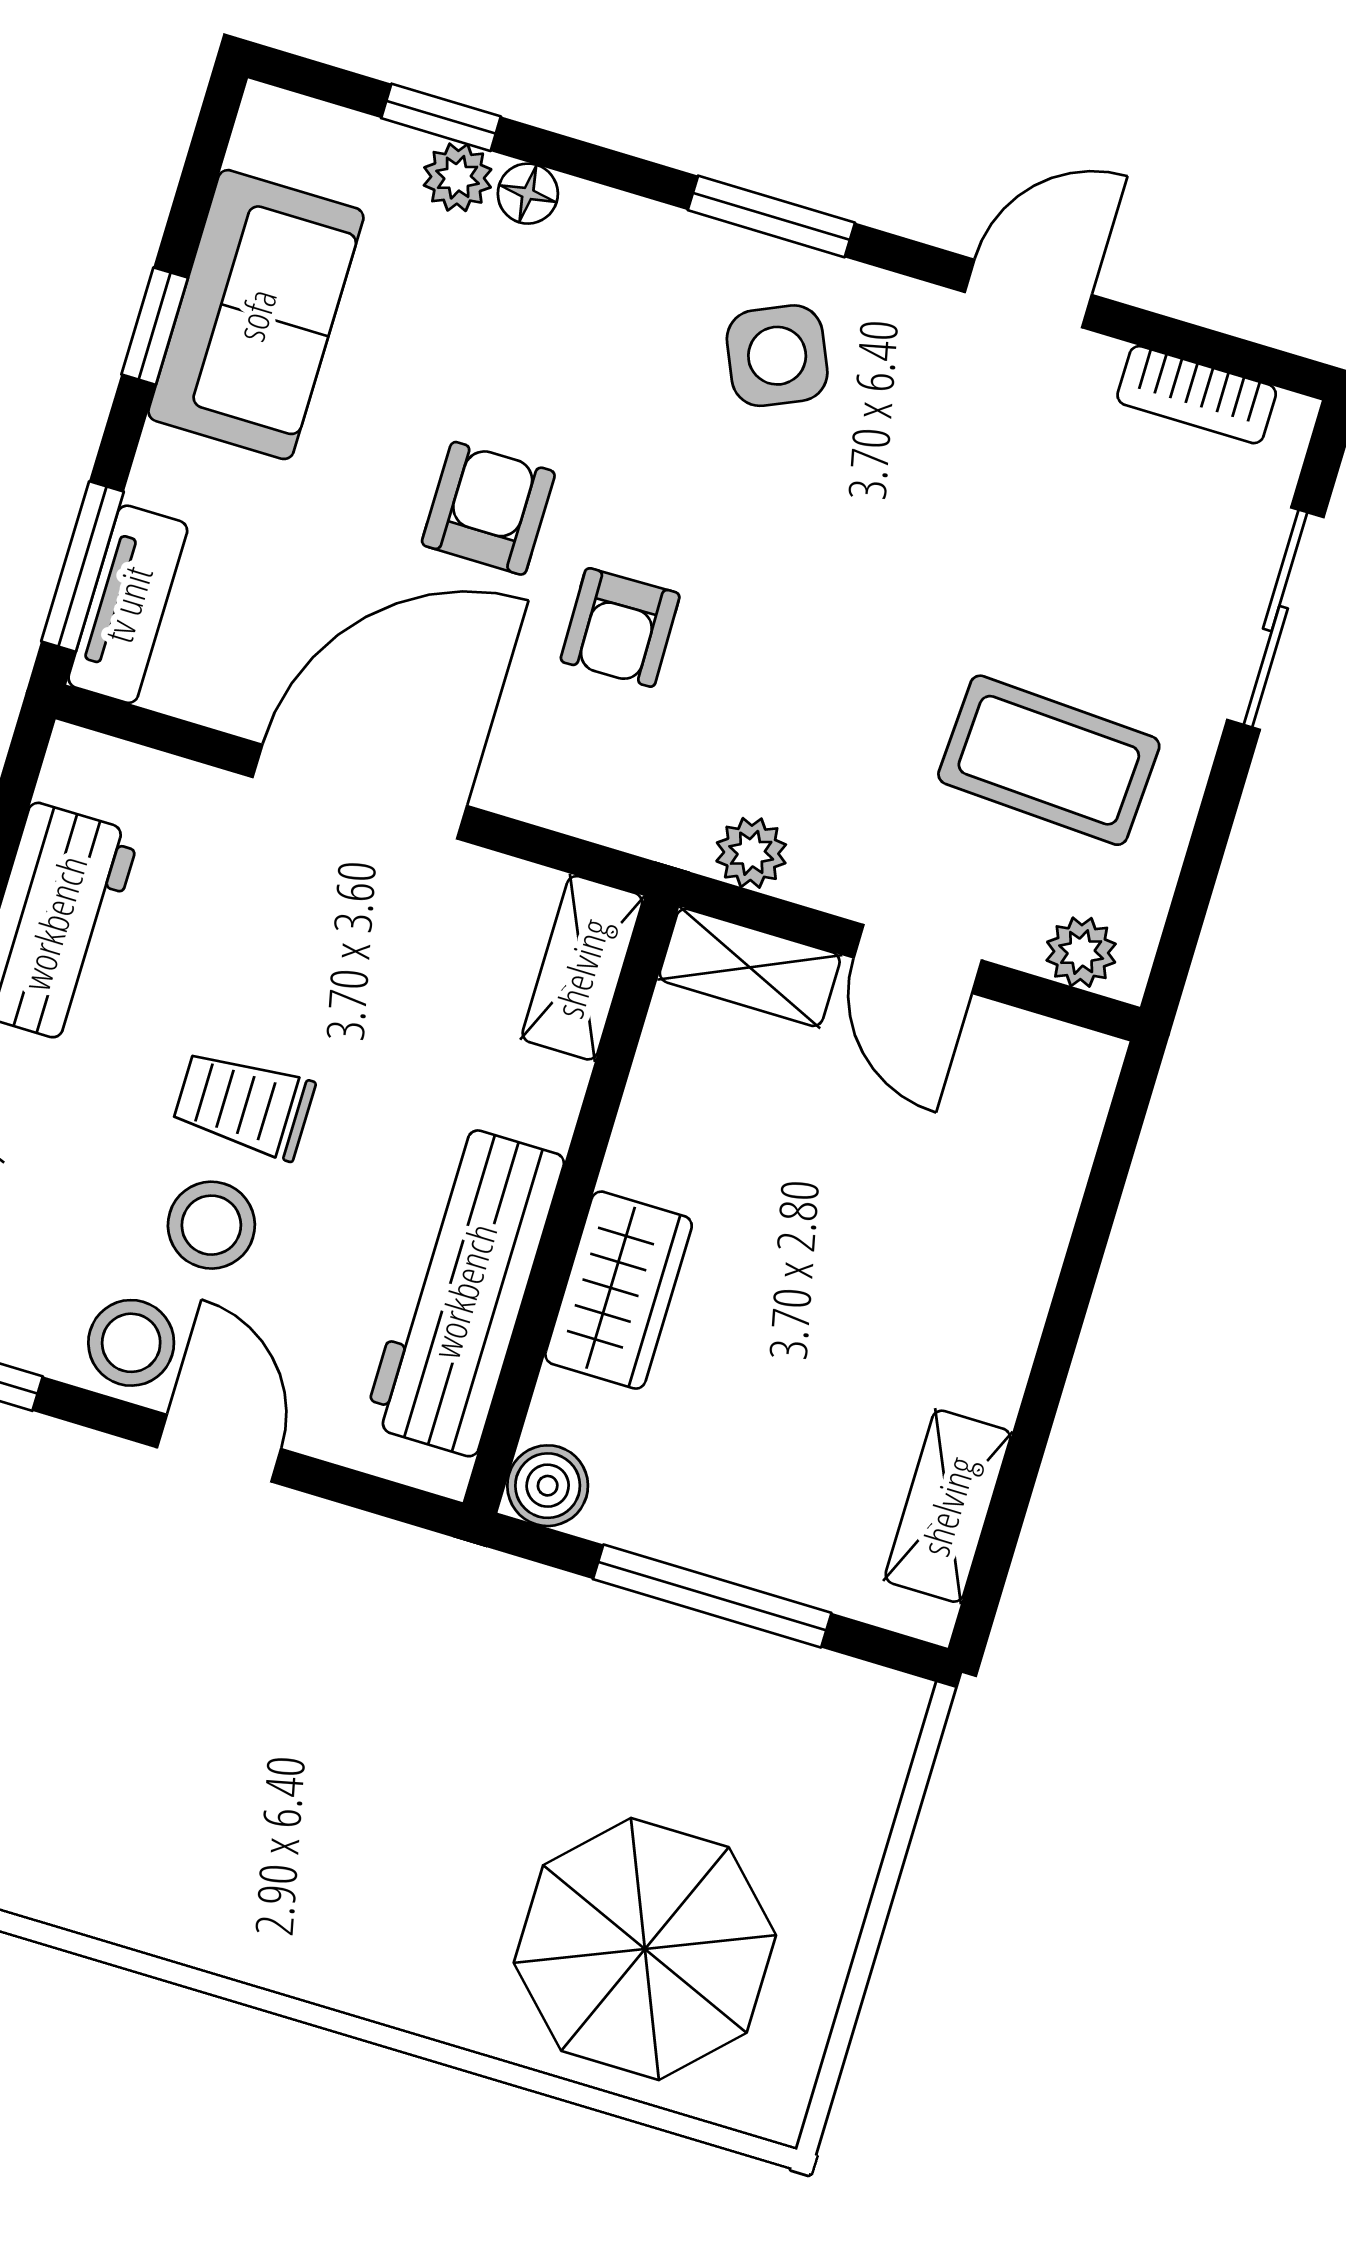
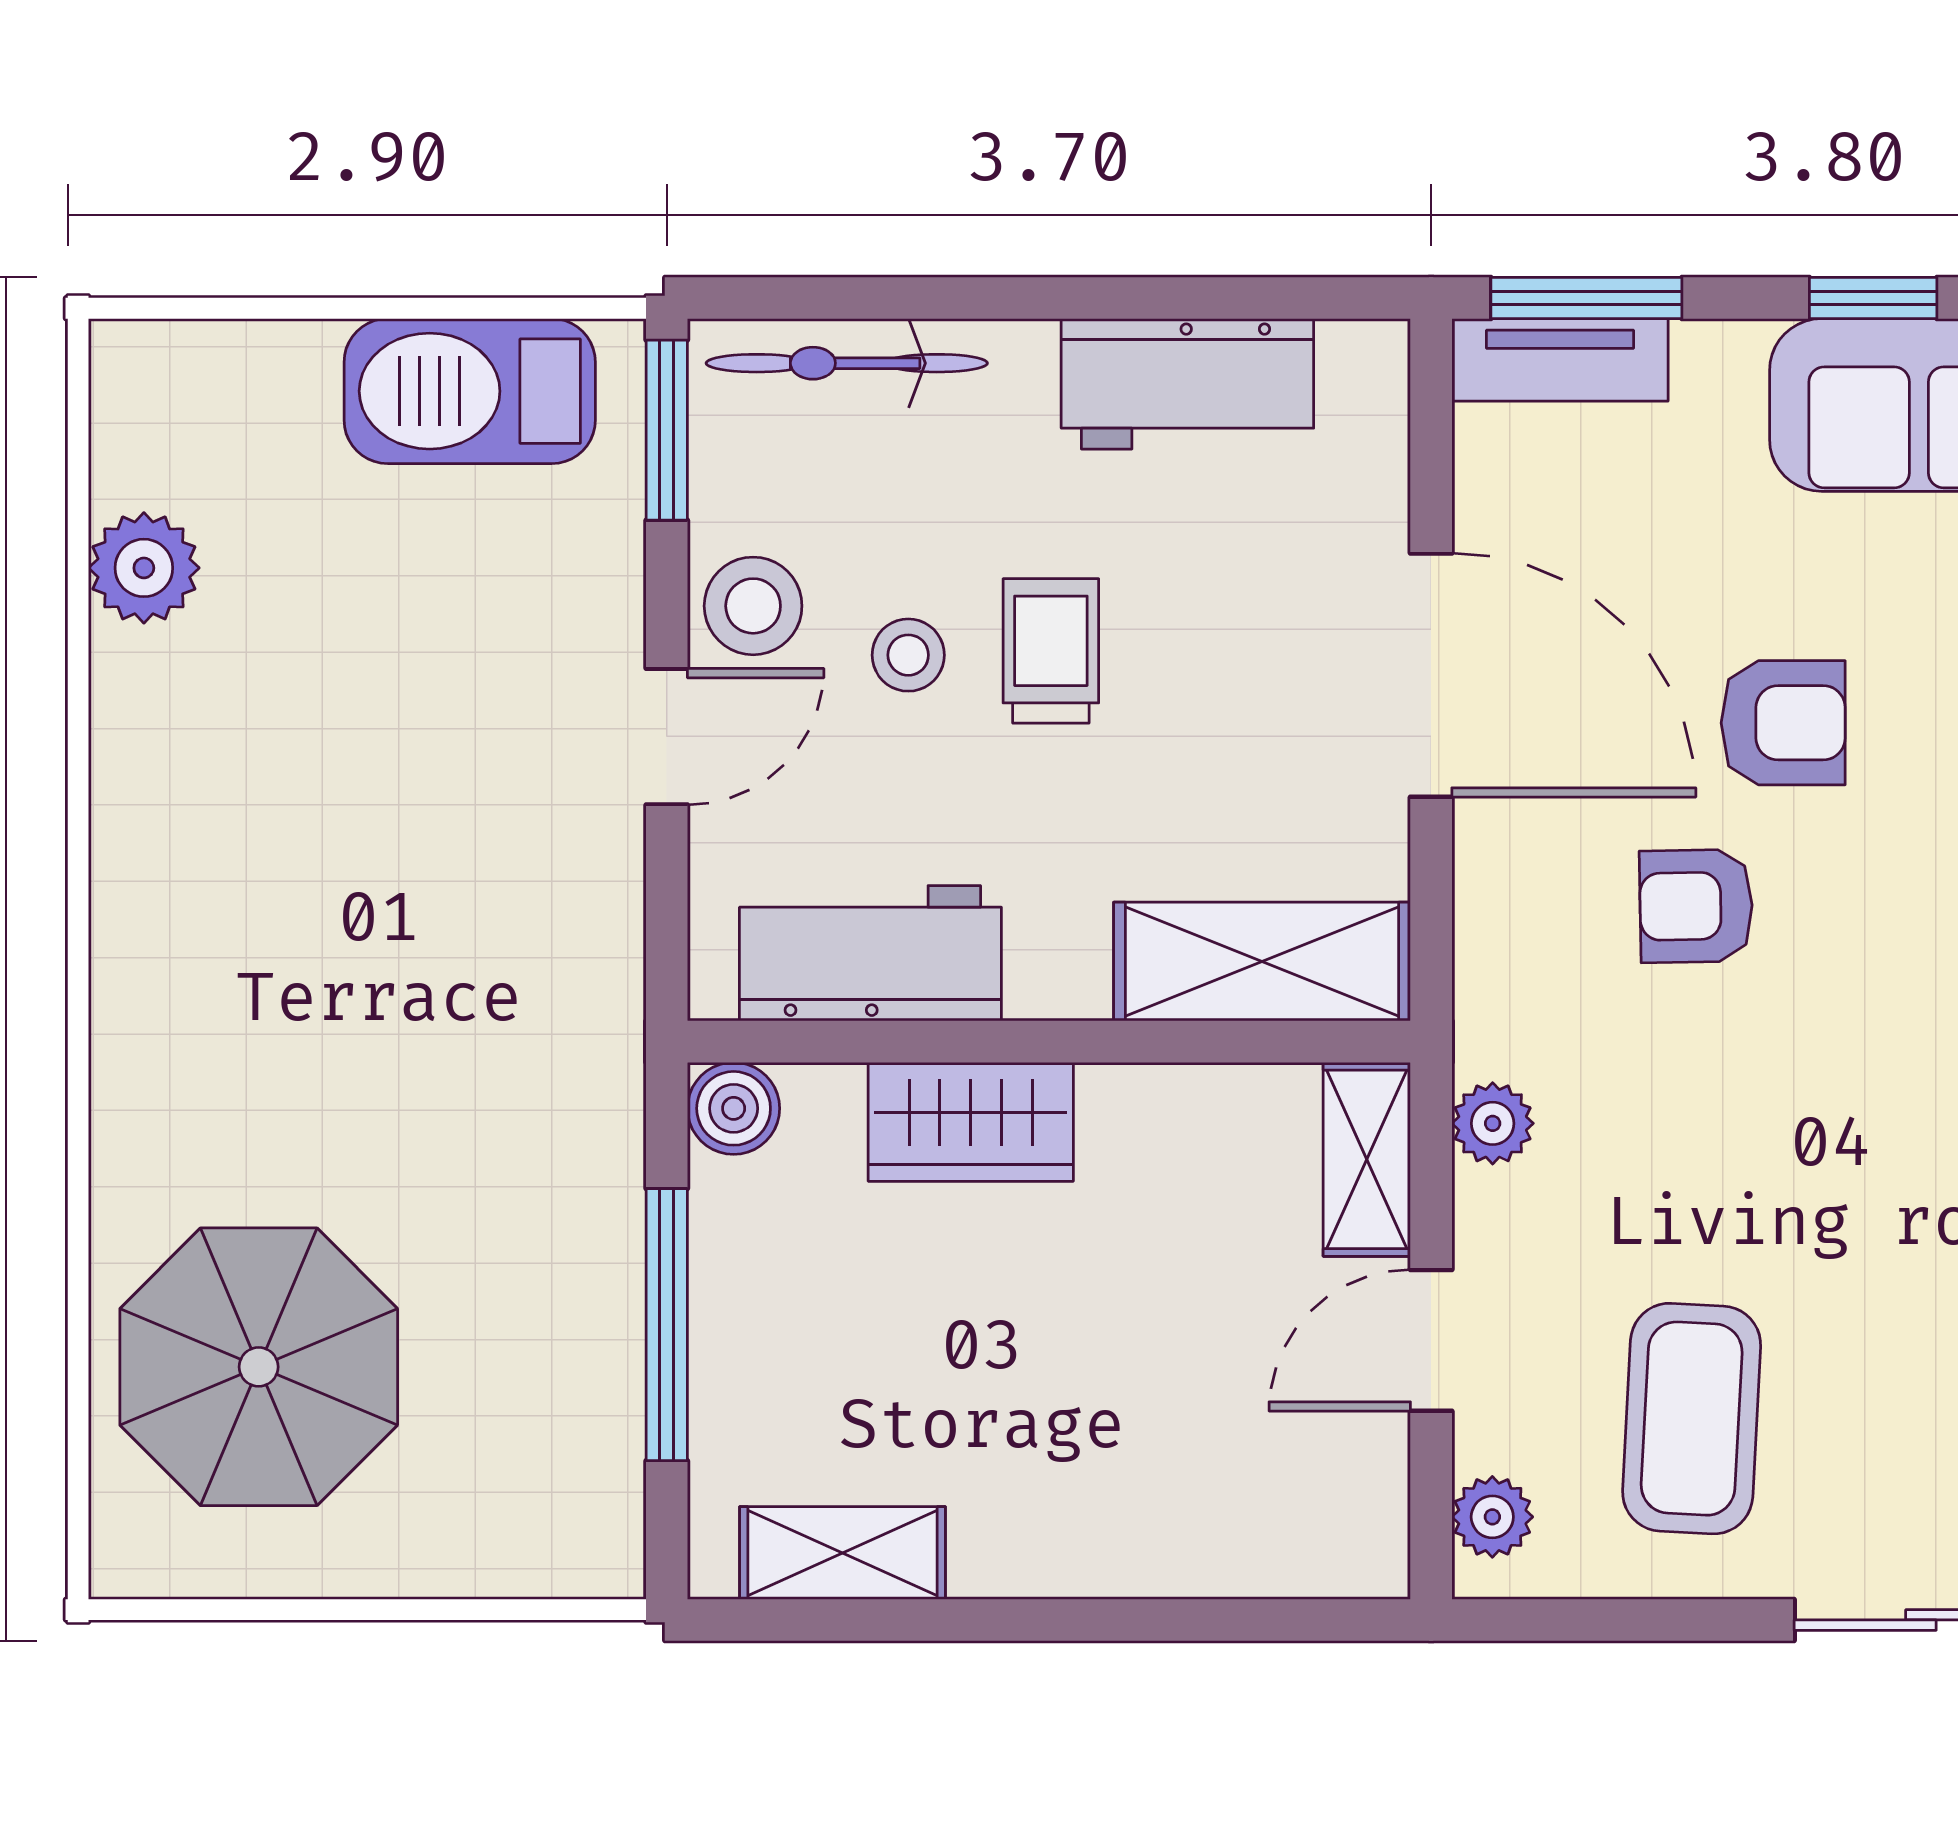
shelving: (582, 968) -> (1262, 962), width x1.50, depth x1.33
stool: (211, 1225) -> (908, 655), width x0.73, depth x0.73
workbench: (464, 1291) -> (870, 953), width x0.73

